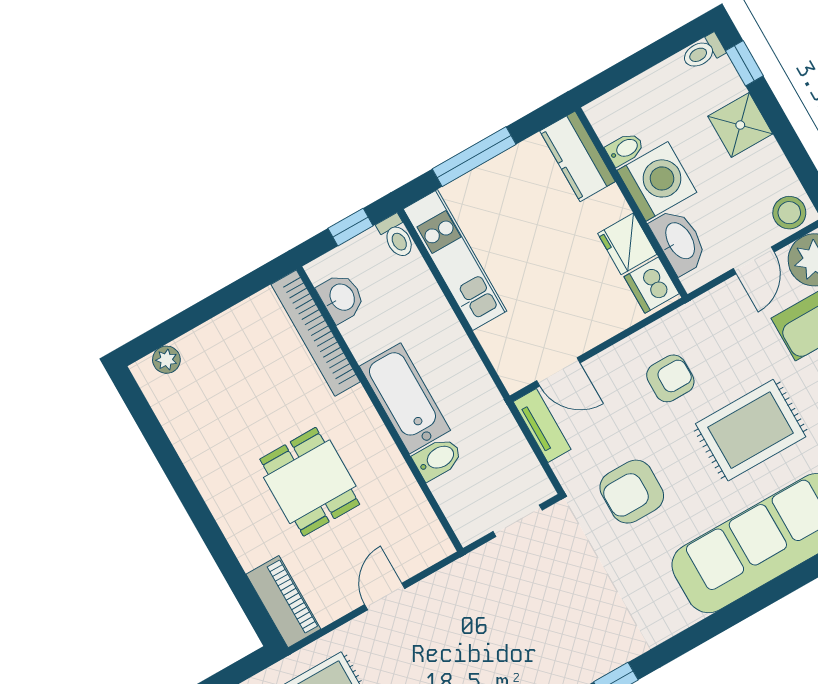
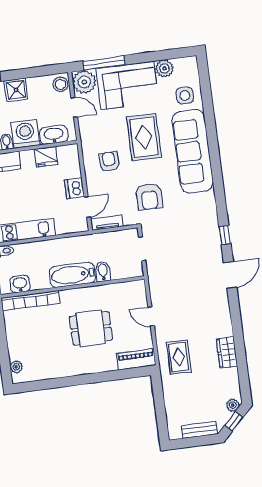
dishwasher: (652, 285) -> (74, 188), moved, turned 90

